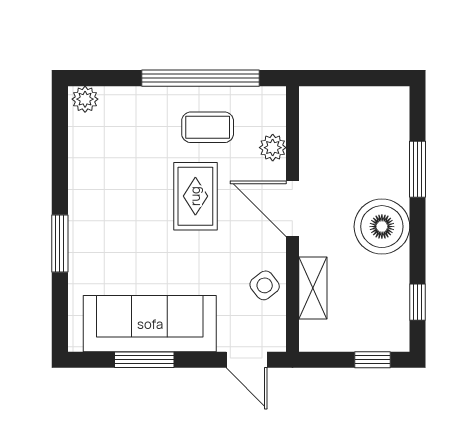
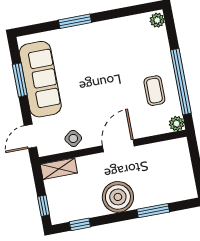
plant: (273, 148) -> (177, 124), moved
rug: (195, 196) -> (115, 91), removed
shelving: (313, 288) -> (59, 169), moved

